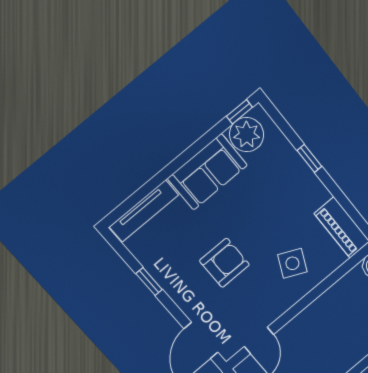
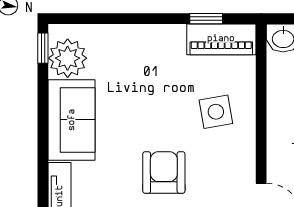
window: (310, 158) -> (206, 19), moved
side table: (292, 263) -> (216, 112), turned -35

